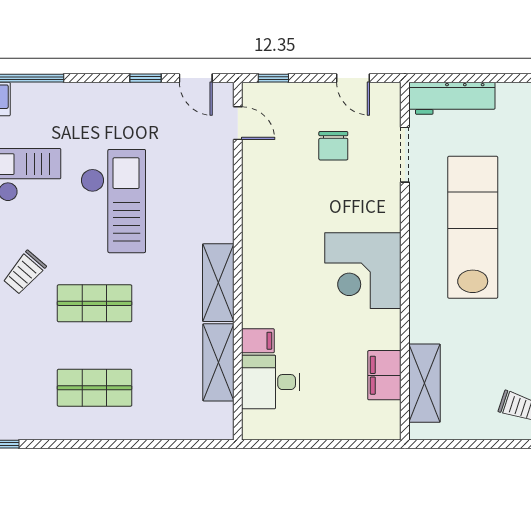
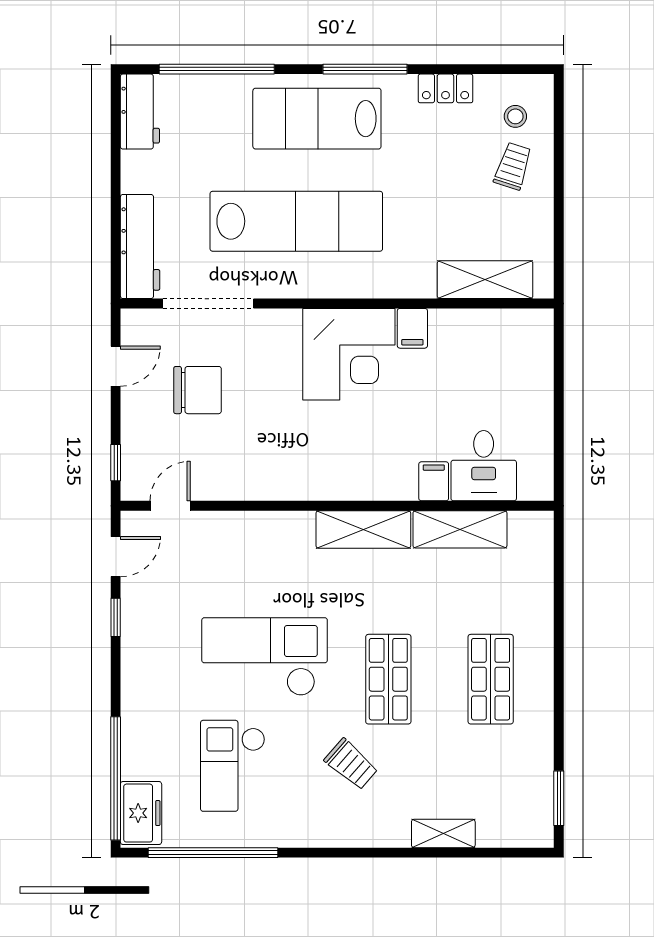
chair: (333, 146) -> (198, 390), width x1.37, depth x1.37
doorway: (405, 155) -> (208, 303), width x1.36
lab bench: (473, 227) -> (296, 221), turned 180
filing cabinet: (384, 375) -> (412, 328), moved, width x0.50

